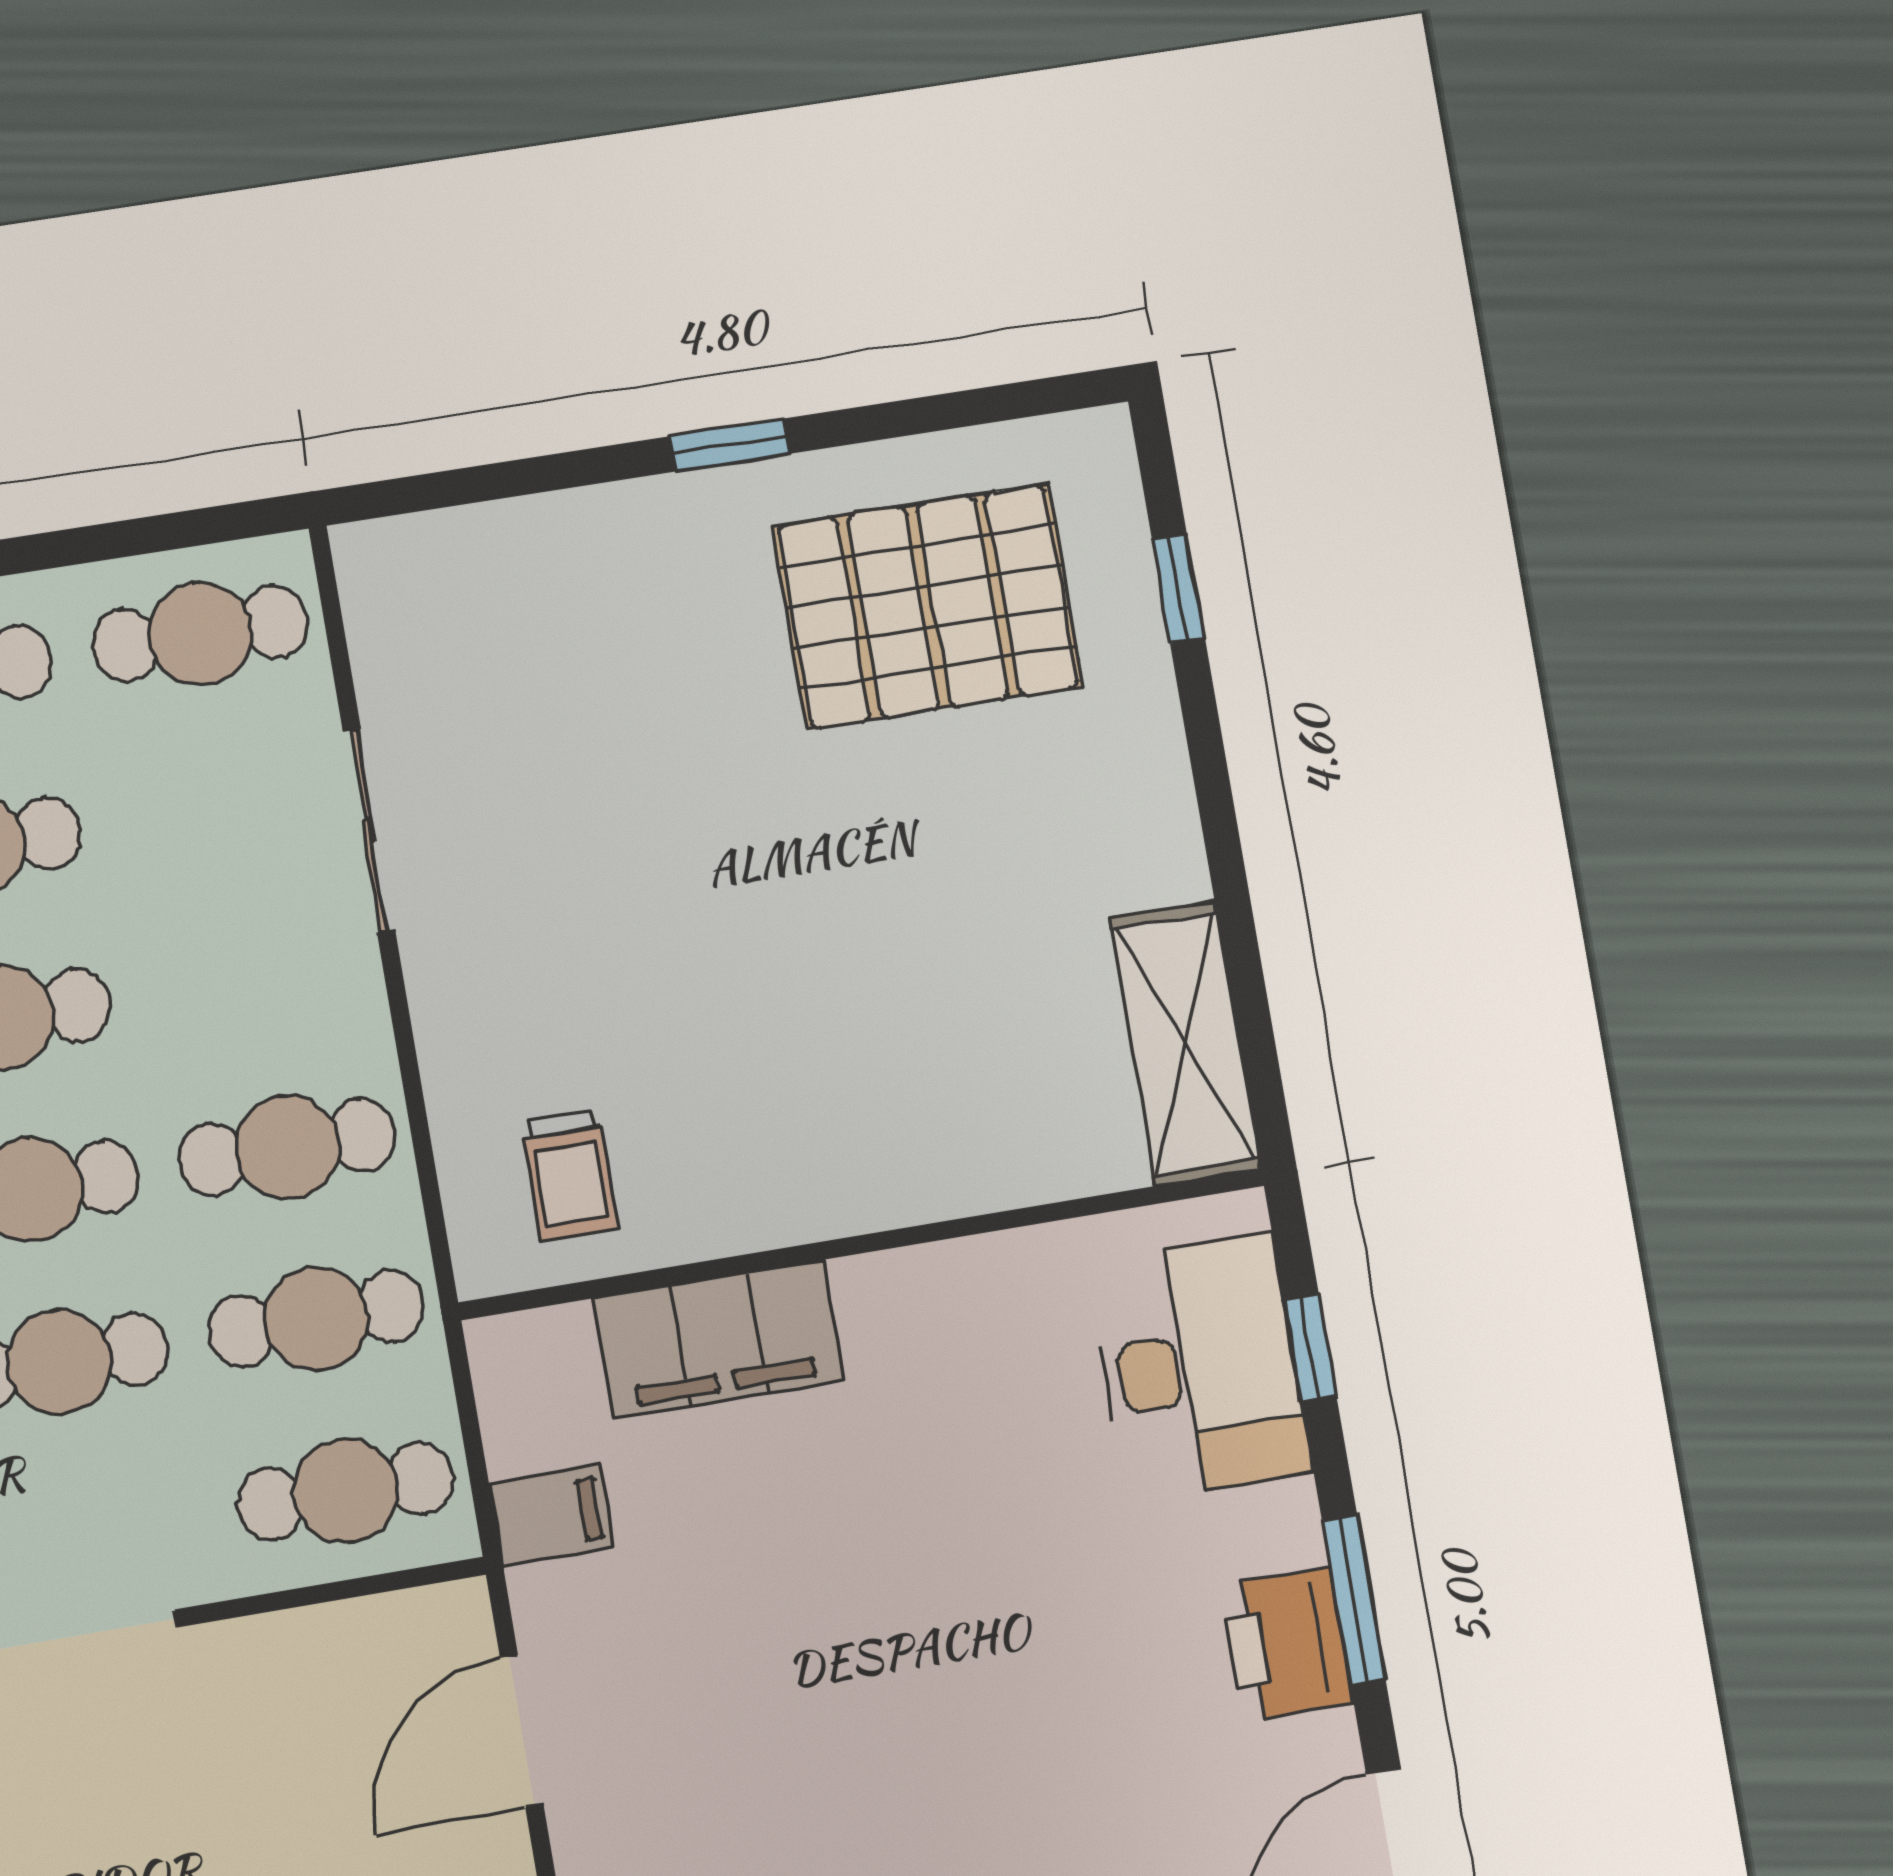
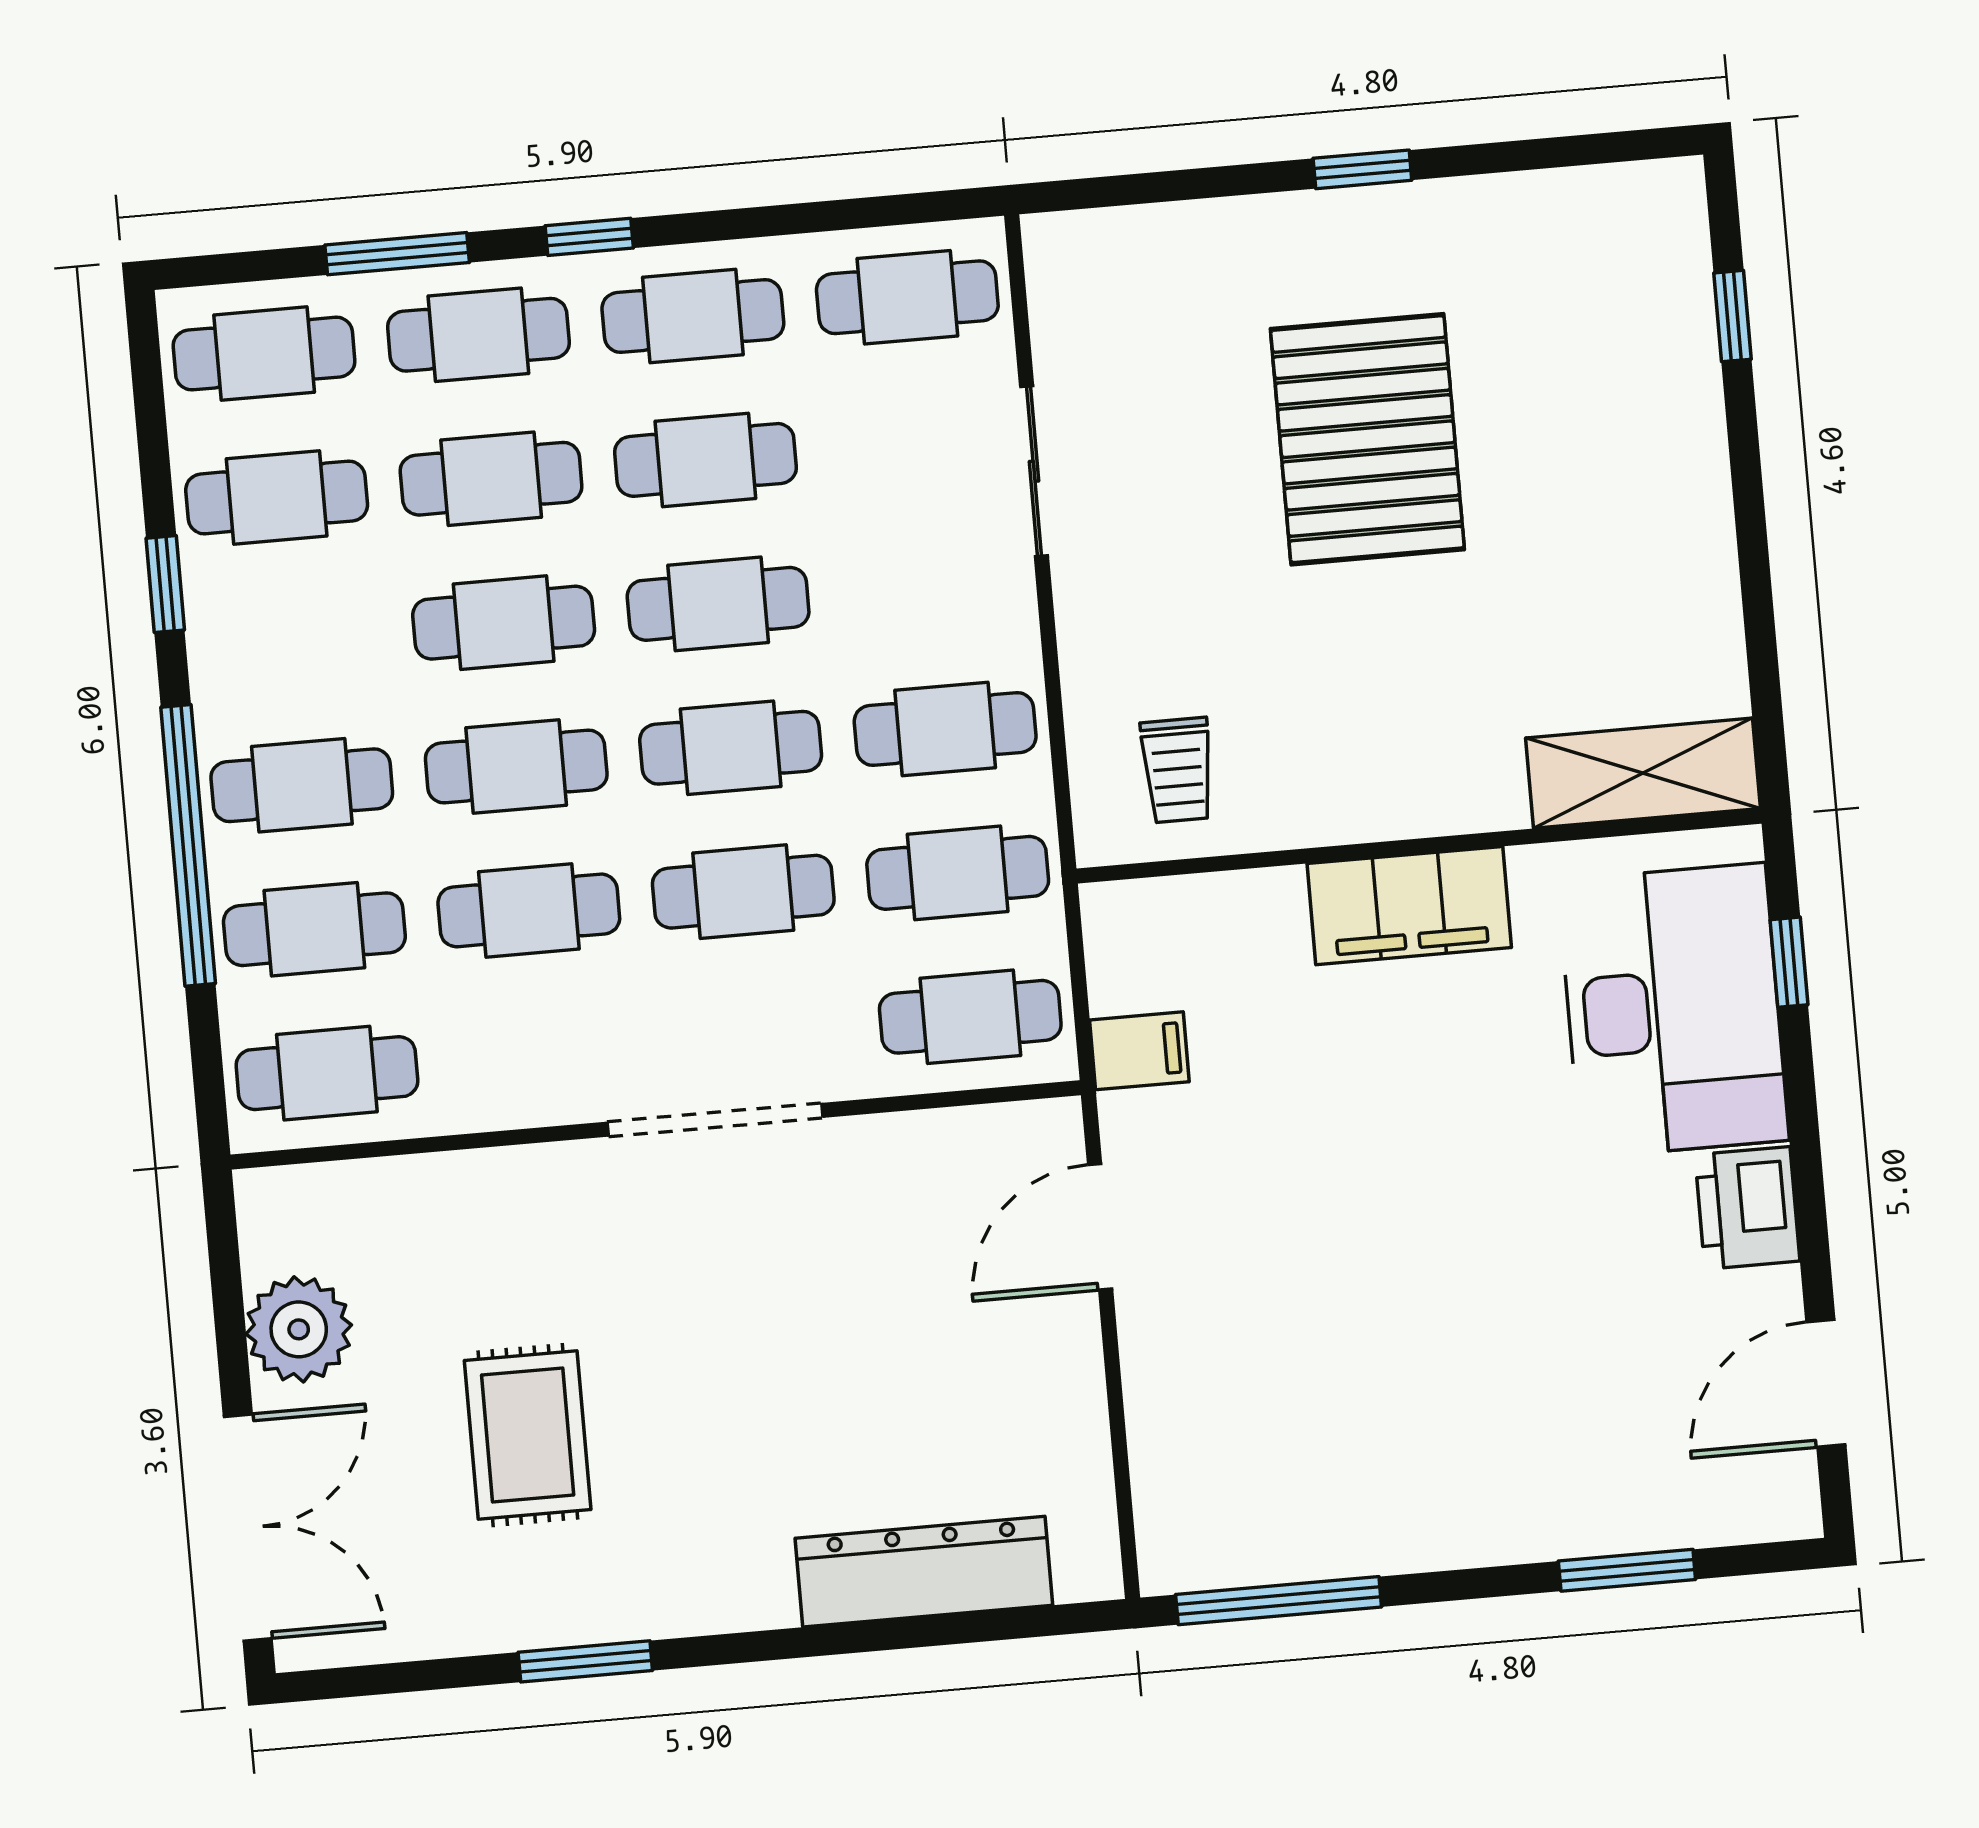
pallet: (928, 607) -> (1367, 439), moved, turned 90
shelving: (1185, 1044) -> (1643, 773), moved, turned 90
filing cabinet: (719, 1339) -> (1409, 906), moved
desk: (1200, 1367) -> (1673, 1010), width x1.36, depth x1.30
window: (1354, 1600) -> (1808, 1176), removed

